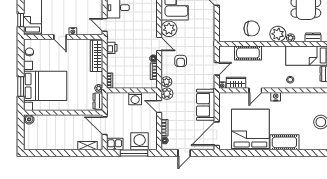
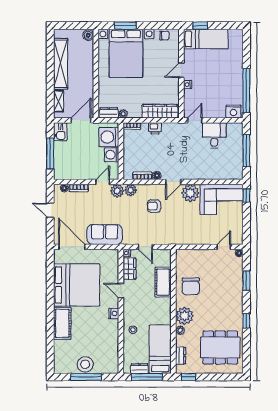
printer: (112, 48) -> (155, 128), moved
washing machine: (140, 141) -> (109, 137), moved, turned 180
shelving: (55, 144) -> (61, 64), added

